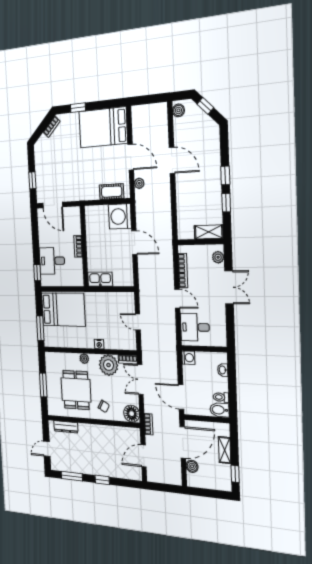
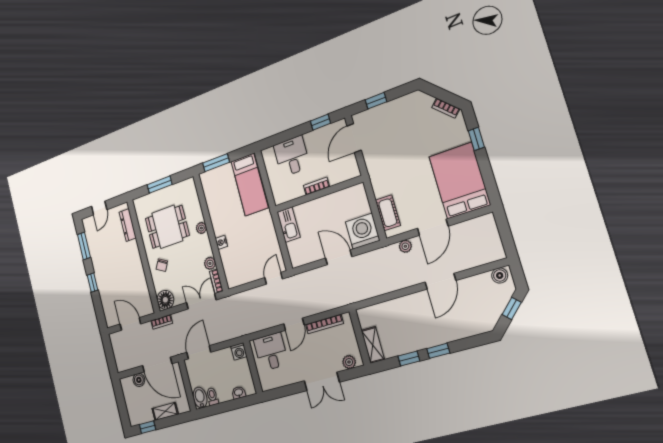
door: (134, 243) -> (339, 257), swing flipped
window: (37, 273) -> (321, 122), moved
bed: (63, 310) -> (249, 185), width x0.67
door: (138, 322) -> (274, 278), moved
plant: (109, 365) -> (210, 263), width x0.53, depth x0.53
door: (47, 449) -> (99, 208), swing flipped

